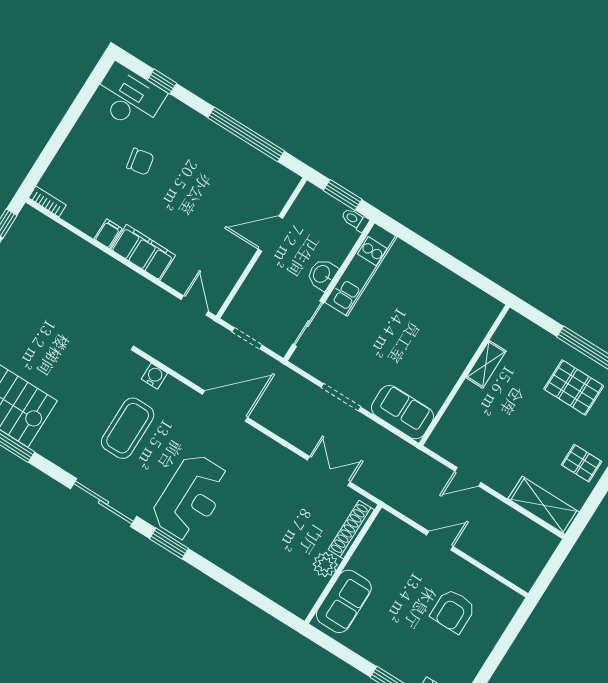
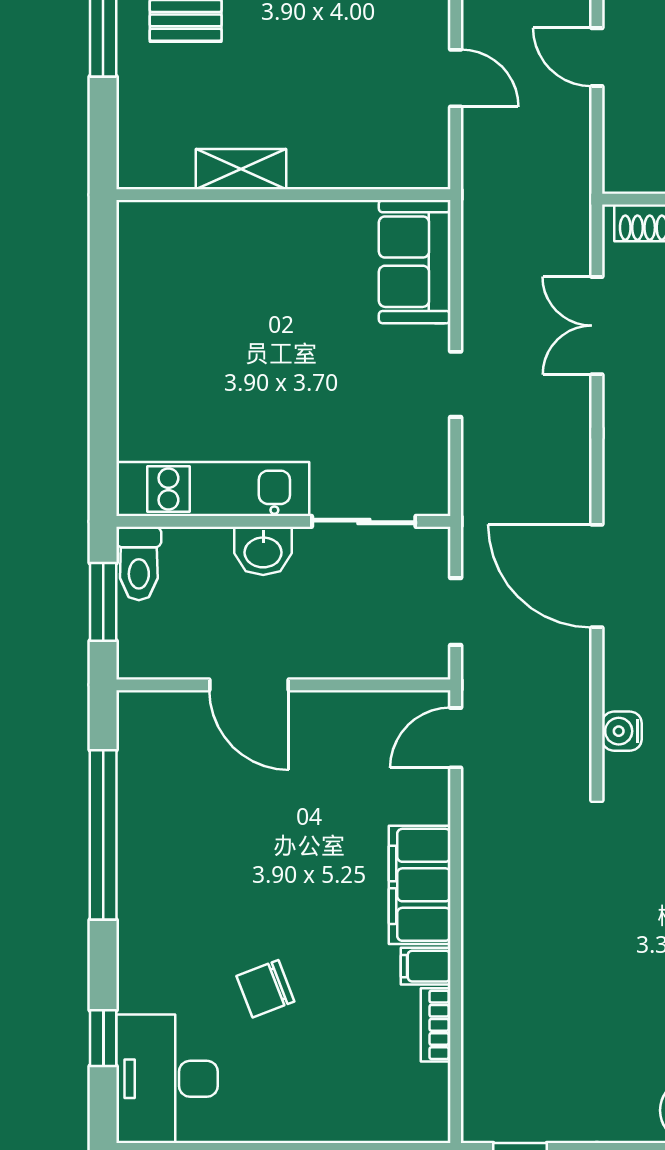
chair: (140, 162) -> (265, 989), turned -100
bookcase: (47, 201) -> (436, 1025), moved
toilet: (355, 220) -> (139, 564), width x1.37, depth x1.39
doorway: (341, 397) -> (456, 384), width x0.73

